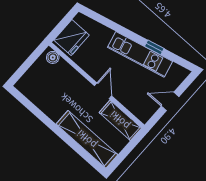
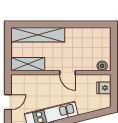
fridge: (72, 38) -> (104, 88), width x0.53, depth x0.75
door: (103, 91) -> (67, 73), moved

